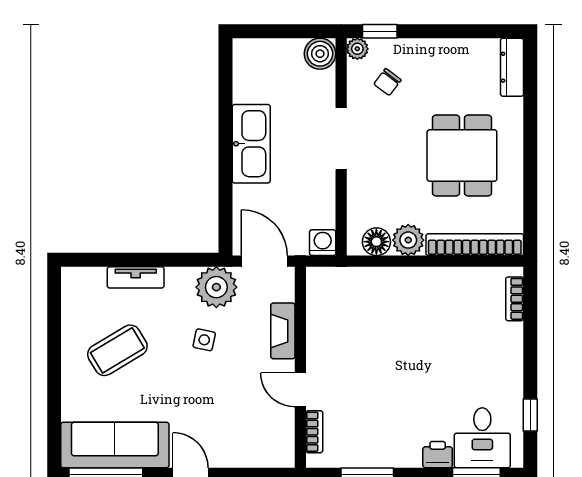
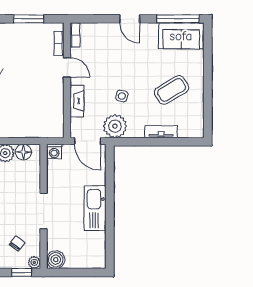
sofa: (115, 445) -> (181, 36), width x0.73
bookcase: (286, 447) -> (75, 35), added

